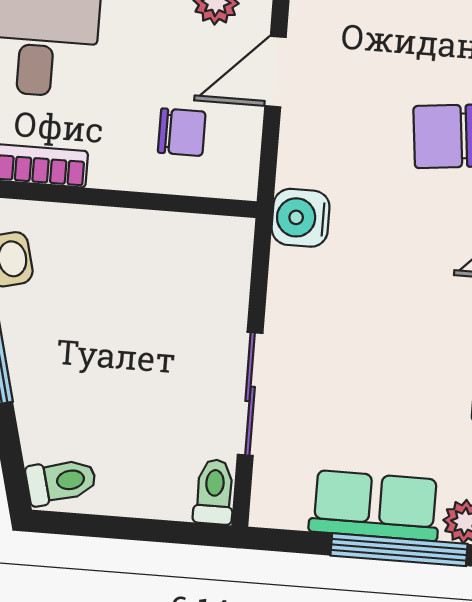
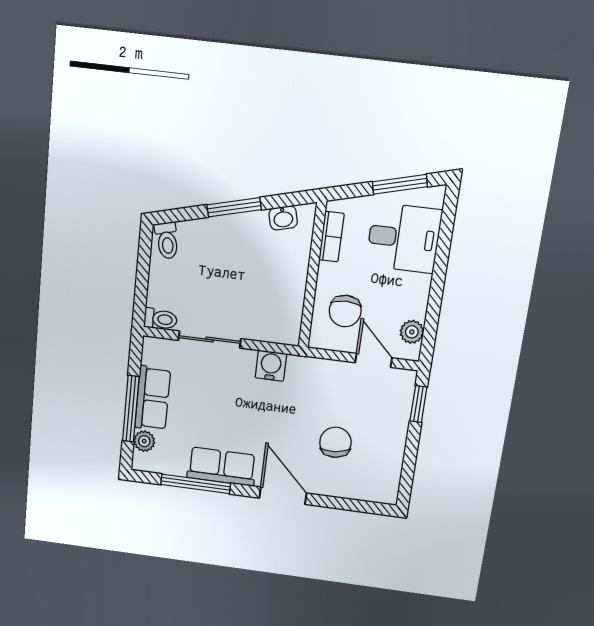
chair: (182, 132) -> (345, 311), width x1.37, depth x1.37
water cooler: (301, 218) -> (271, 366), moved

